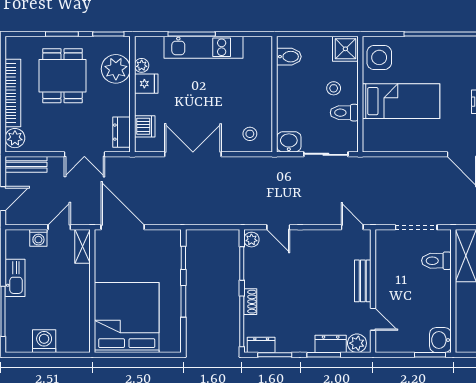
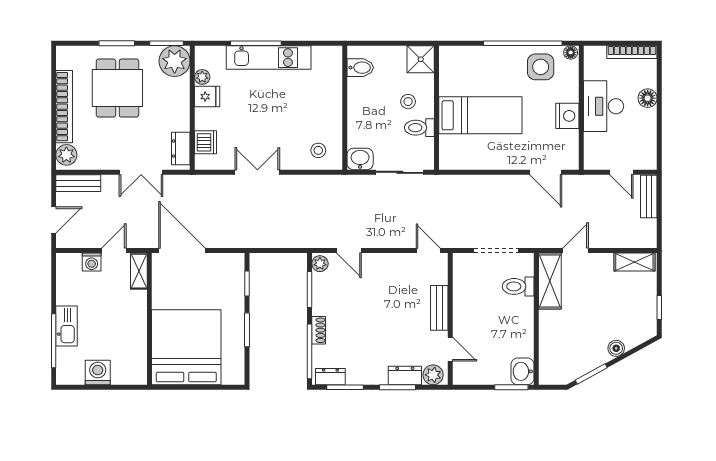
side table: (379, 57) -> (541, 67), moved
plant: (116, 69) -> (175, 61), moved
double door: (193, 154) -> (257, 172), width x0.73
kitchen sink: (15, 278) -> (67, 326), moved

